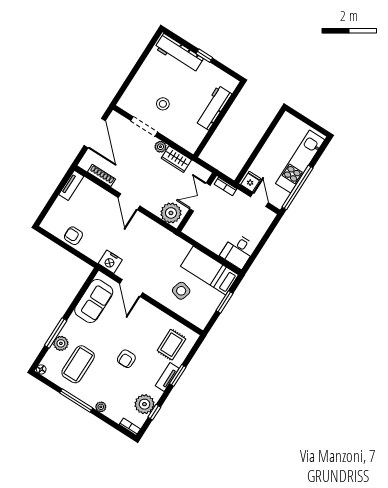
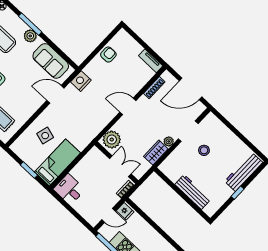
plant: (61, 343) -> (30, 36), moved

